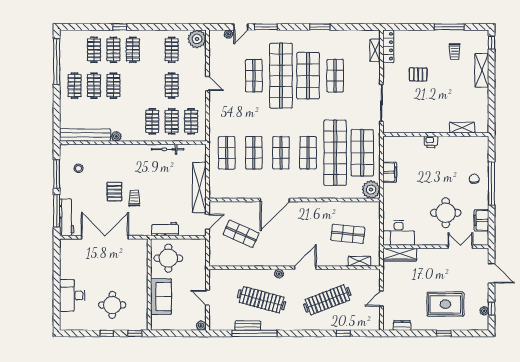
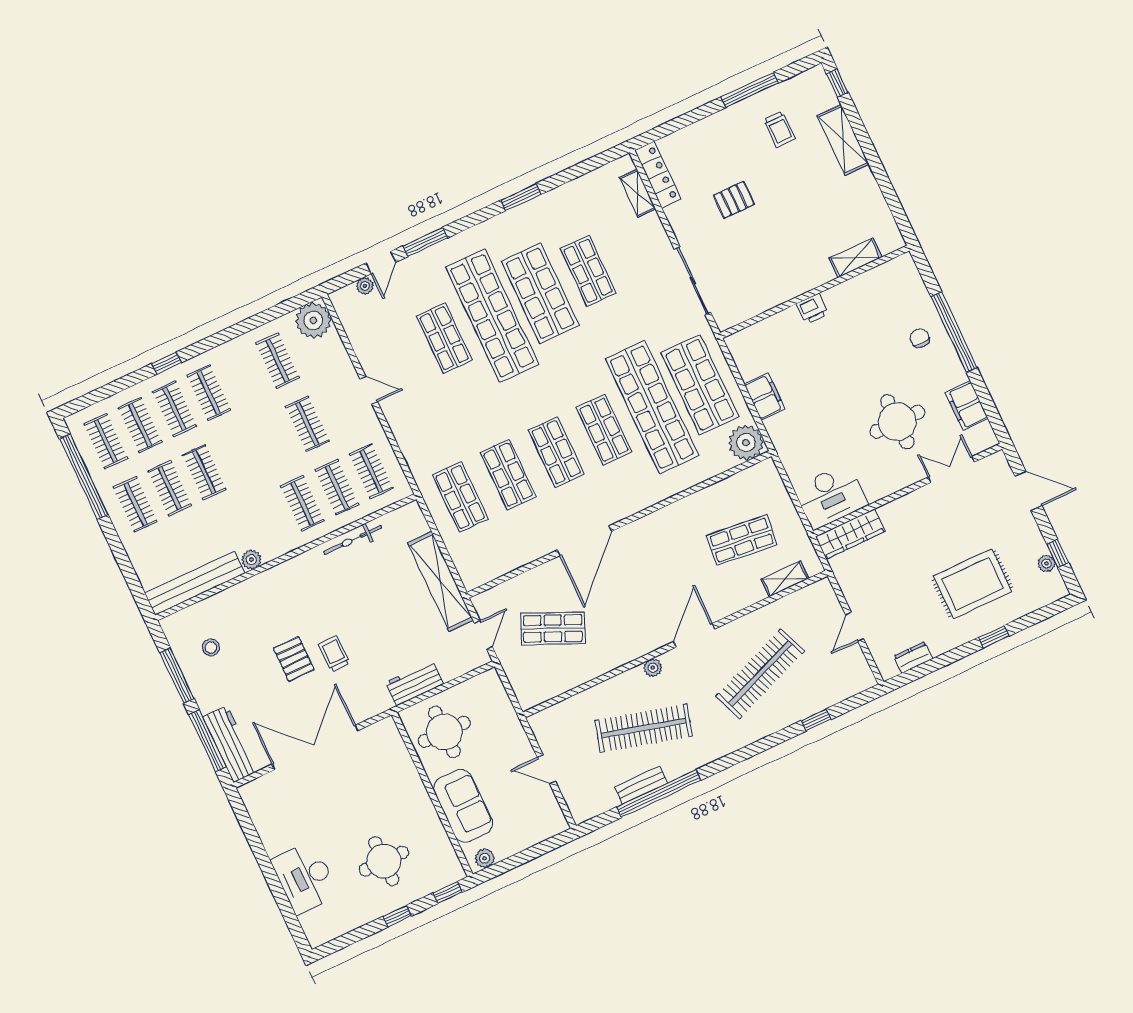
clothes rail: (75, 50) -> (106, 441), added
plant: (201, 326) -> (485, 858), moved

